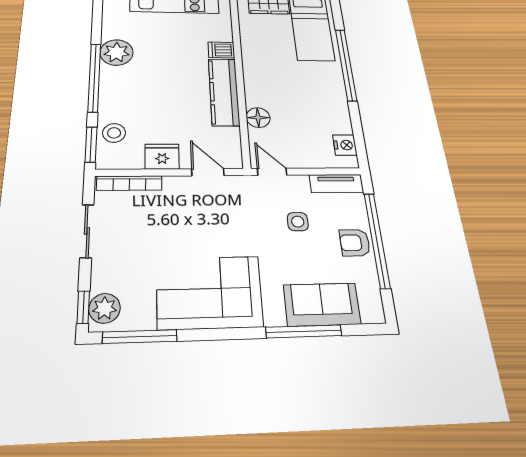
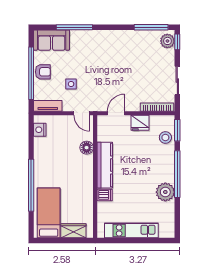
door: (208, 172) -> (116, 113), swing flipped
corner sofa: (209, 292) -> (118, 48), removed
sofa: (322, 304) -> (52, 40), moved

